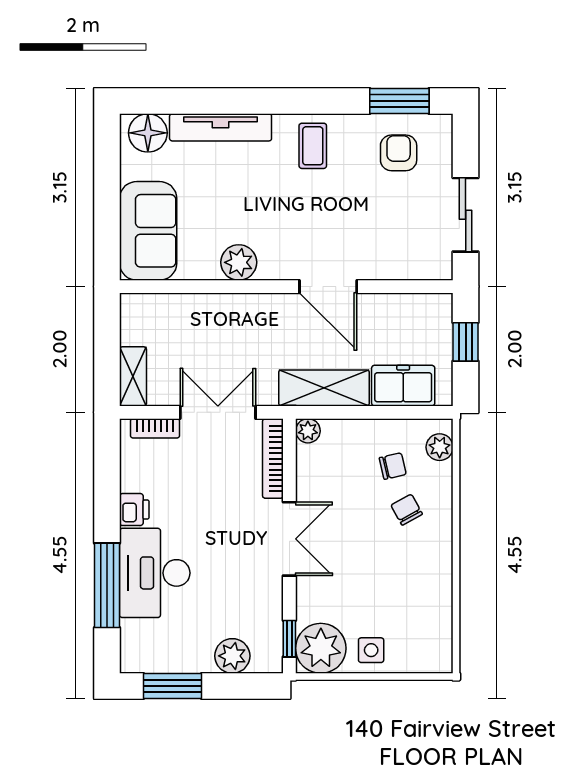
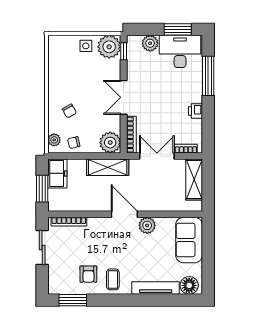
armchair: (399, 153) -> (88, 274), moved
bookcase: (408, 270) -> (69, 222), added
door: (328, 287) -> (124, 214), moved
window: (466, 342) -> (42, 189), width x1.50
shelving: (133, 376) -> (194, 180), width x1.50, depth x1.33
freezer: (403, 386) -> (57, 173), moved, turned -90
double door: (218, 412) -> (157, 156), swing flipped
plant: (308, 431) -> (110, 143), width x1.88, depth x1.88
chair: (393, 466) -> (74, 143), moved
desk: (155, 573) -> (180, 51), moved, turned -90

